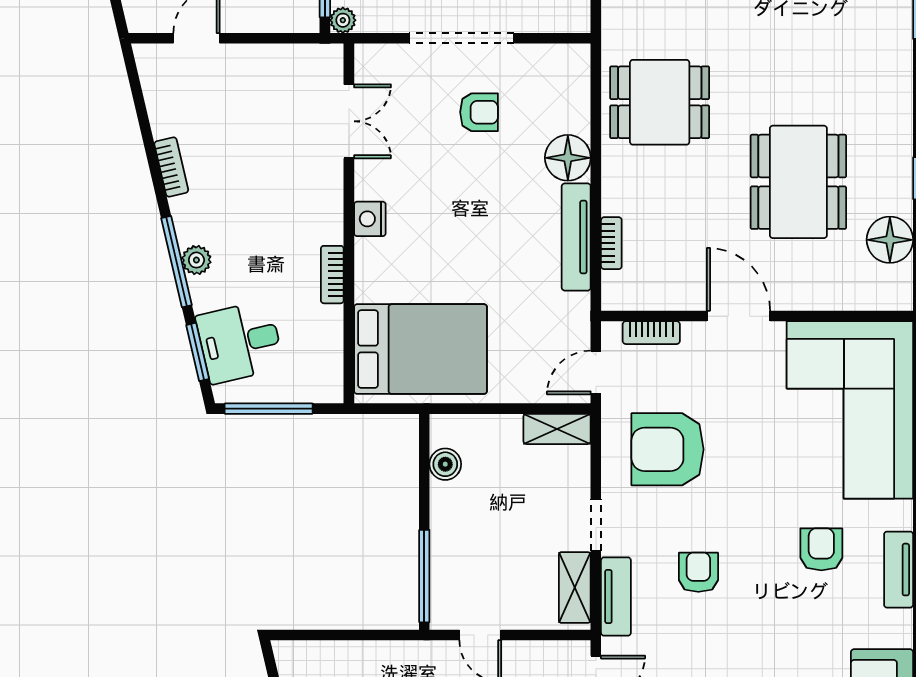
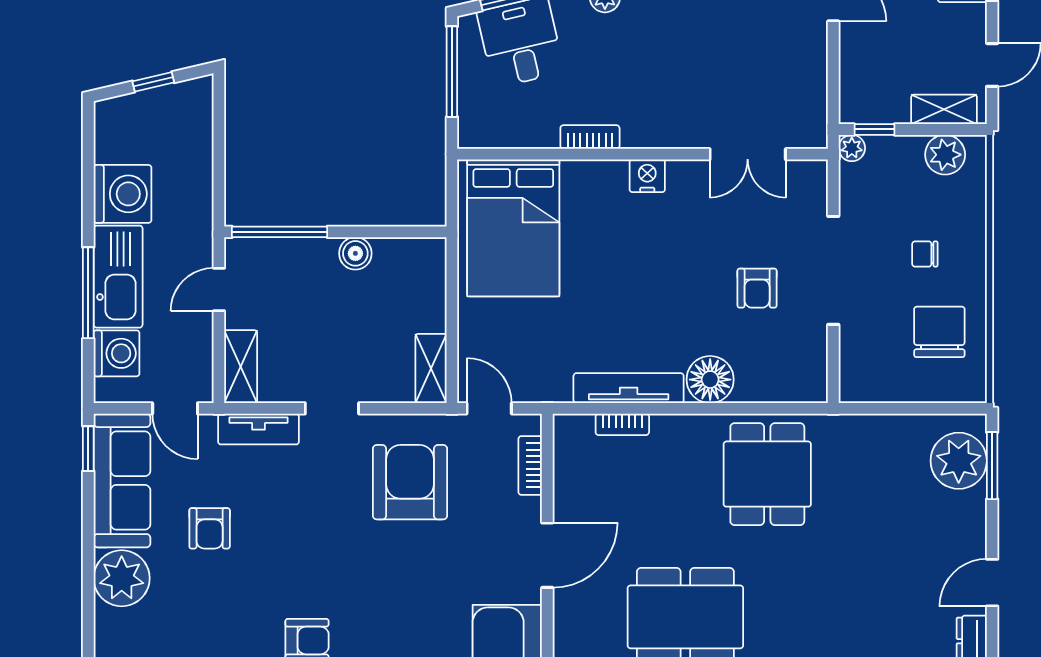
boiler: (445, 464) -> (355, 253), moved
armchair: (698, 572) -> (210, 528), moved, turned 90
shelving: (575, 588) -> (241, 367), moved, turned 90

